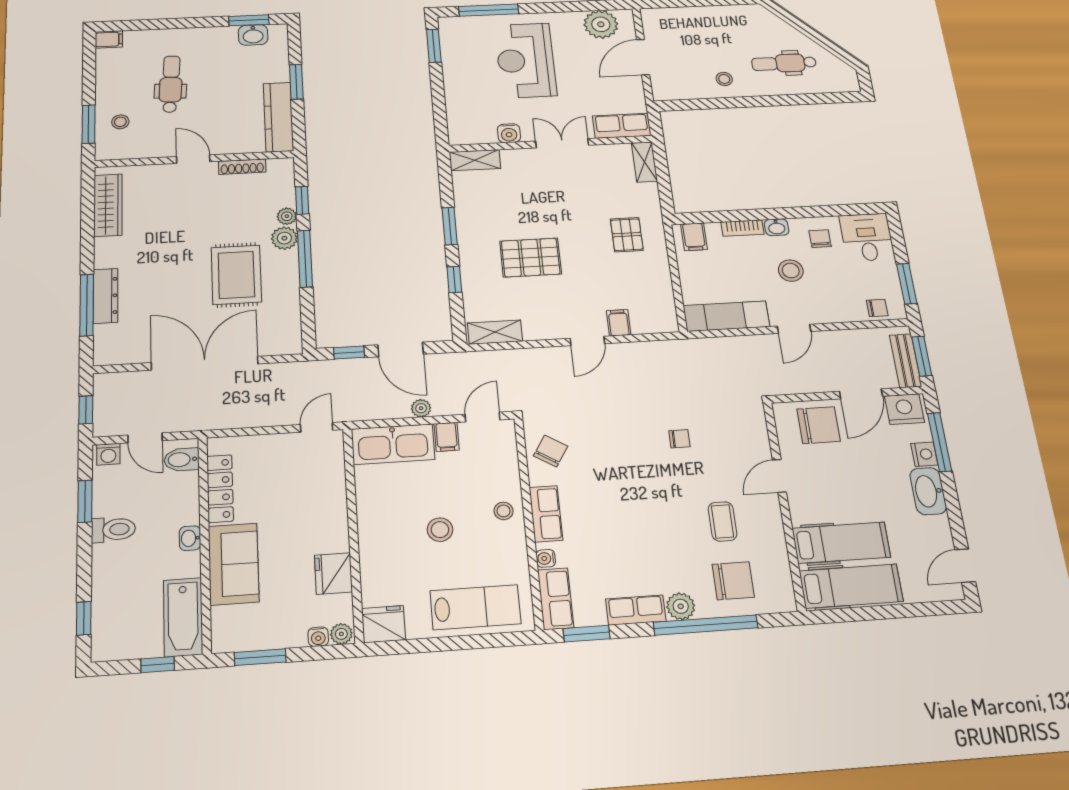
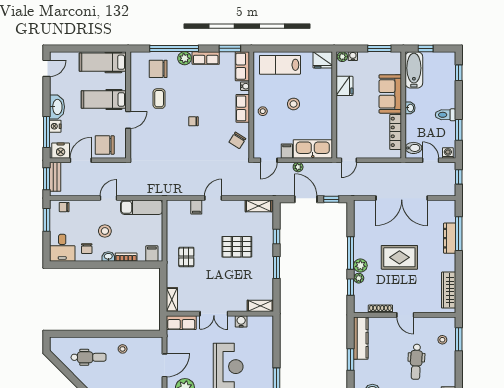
rug: (236, 275) -> (399, 257), moved, turned 90
chair: (679, 439) -> (193, 121), moved
hospital bed: (841, 543) -> (104, 99), moved

